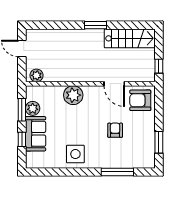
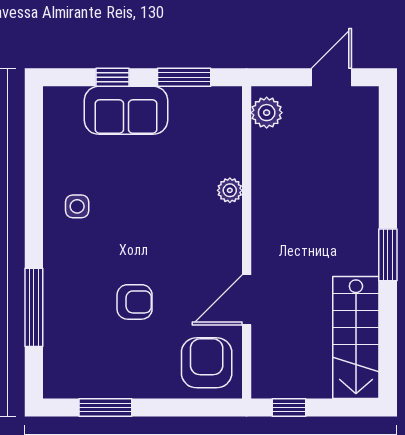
plant: (73, 95) -> (230, 190), width x0.53, depth x0.53
plant: (33, 108) -> (187, 103), removed
side table: (75, 154) -> (77, 206), width x0.54, depth x0.54

